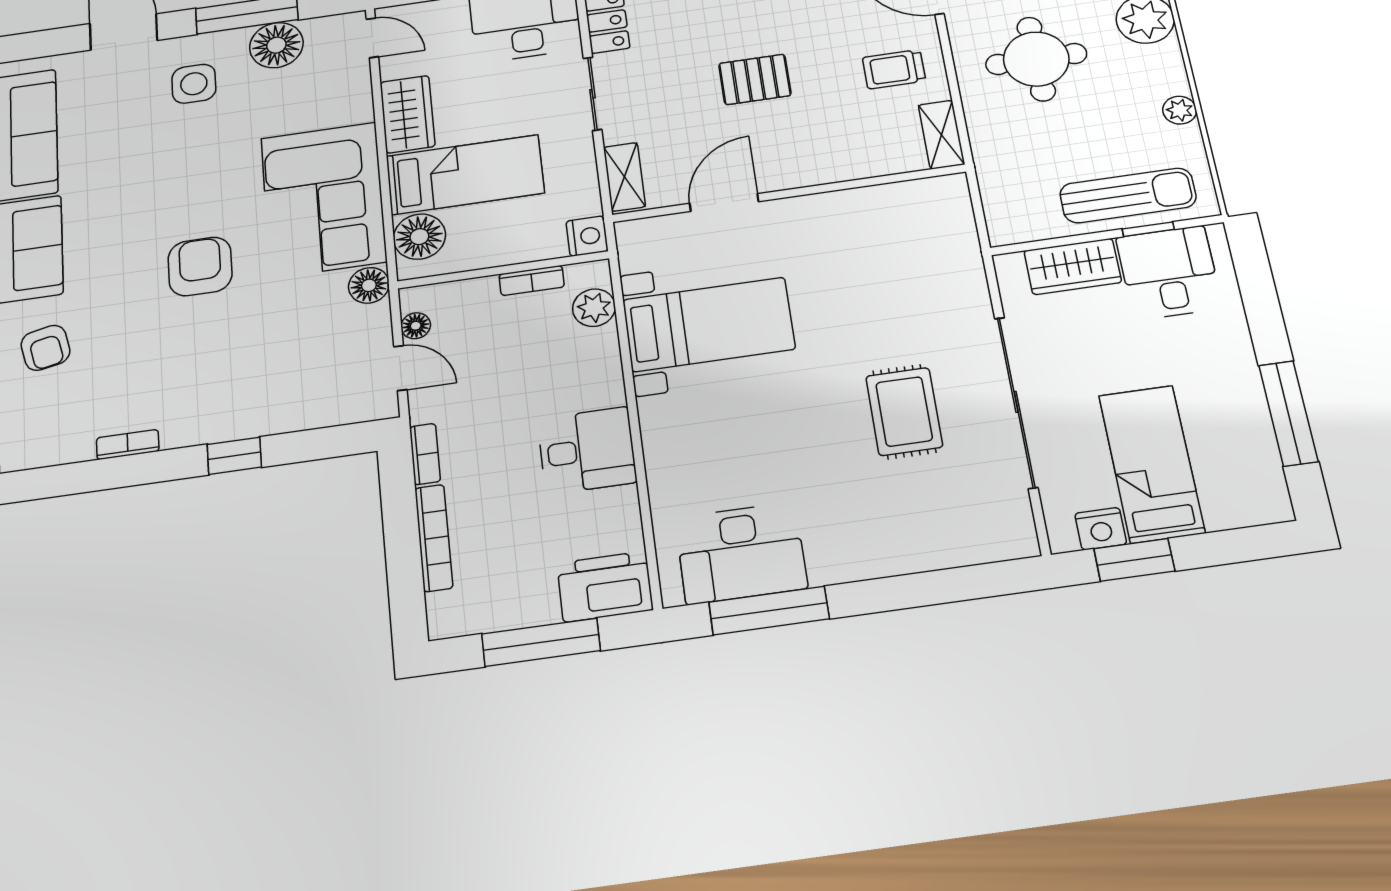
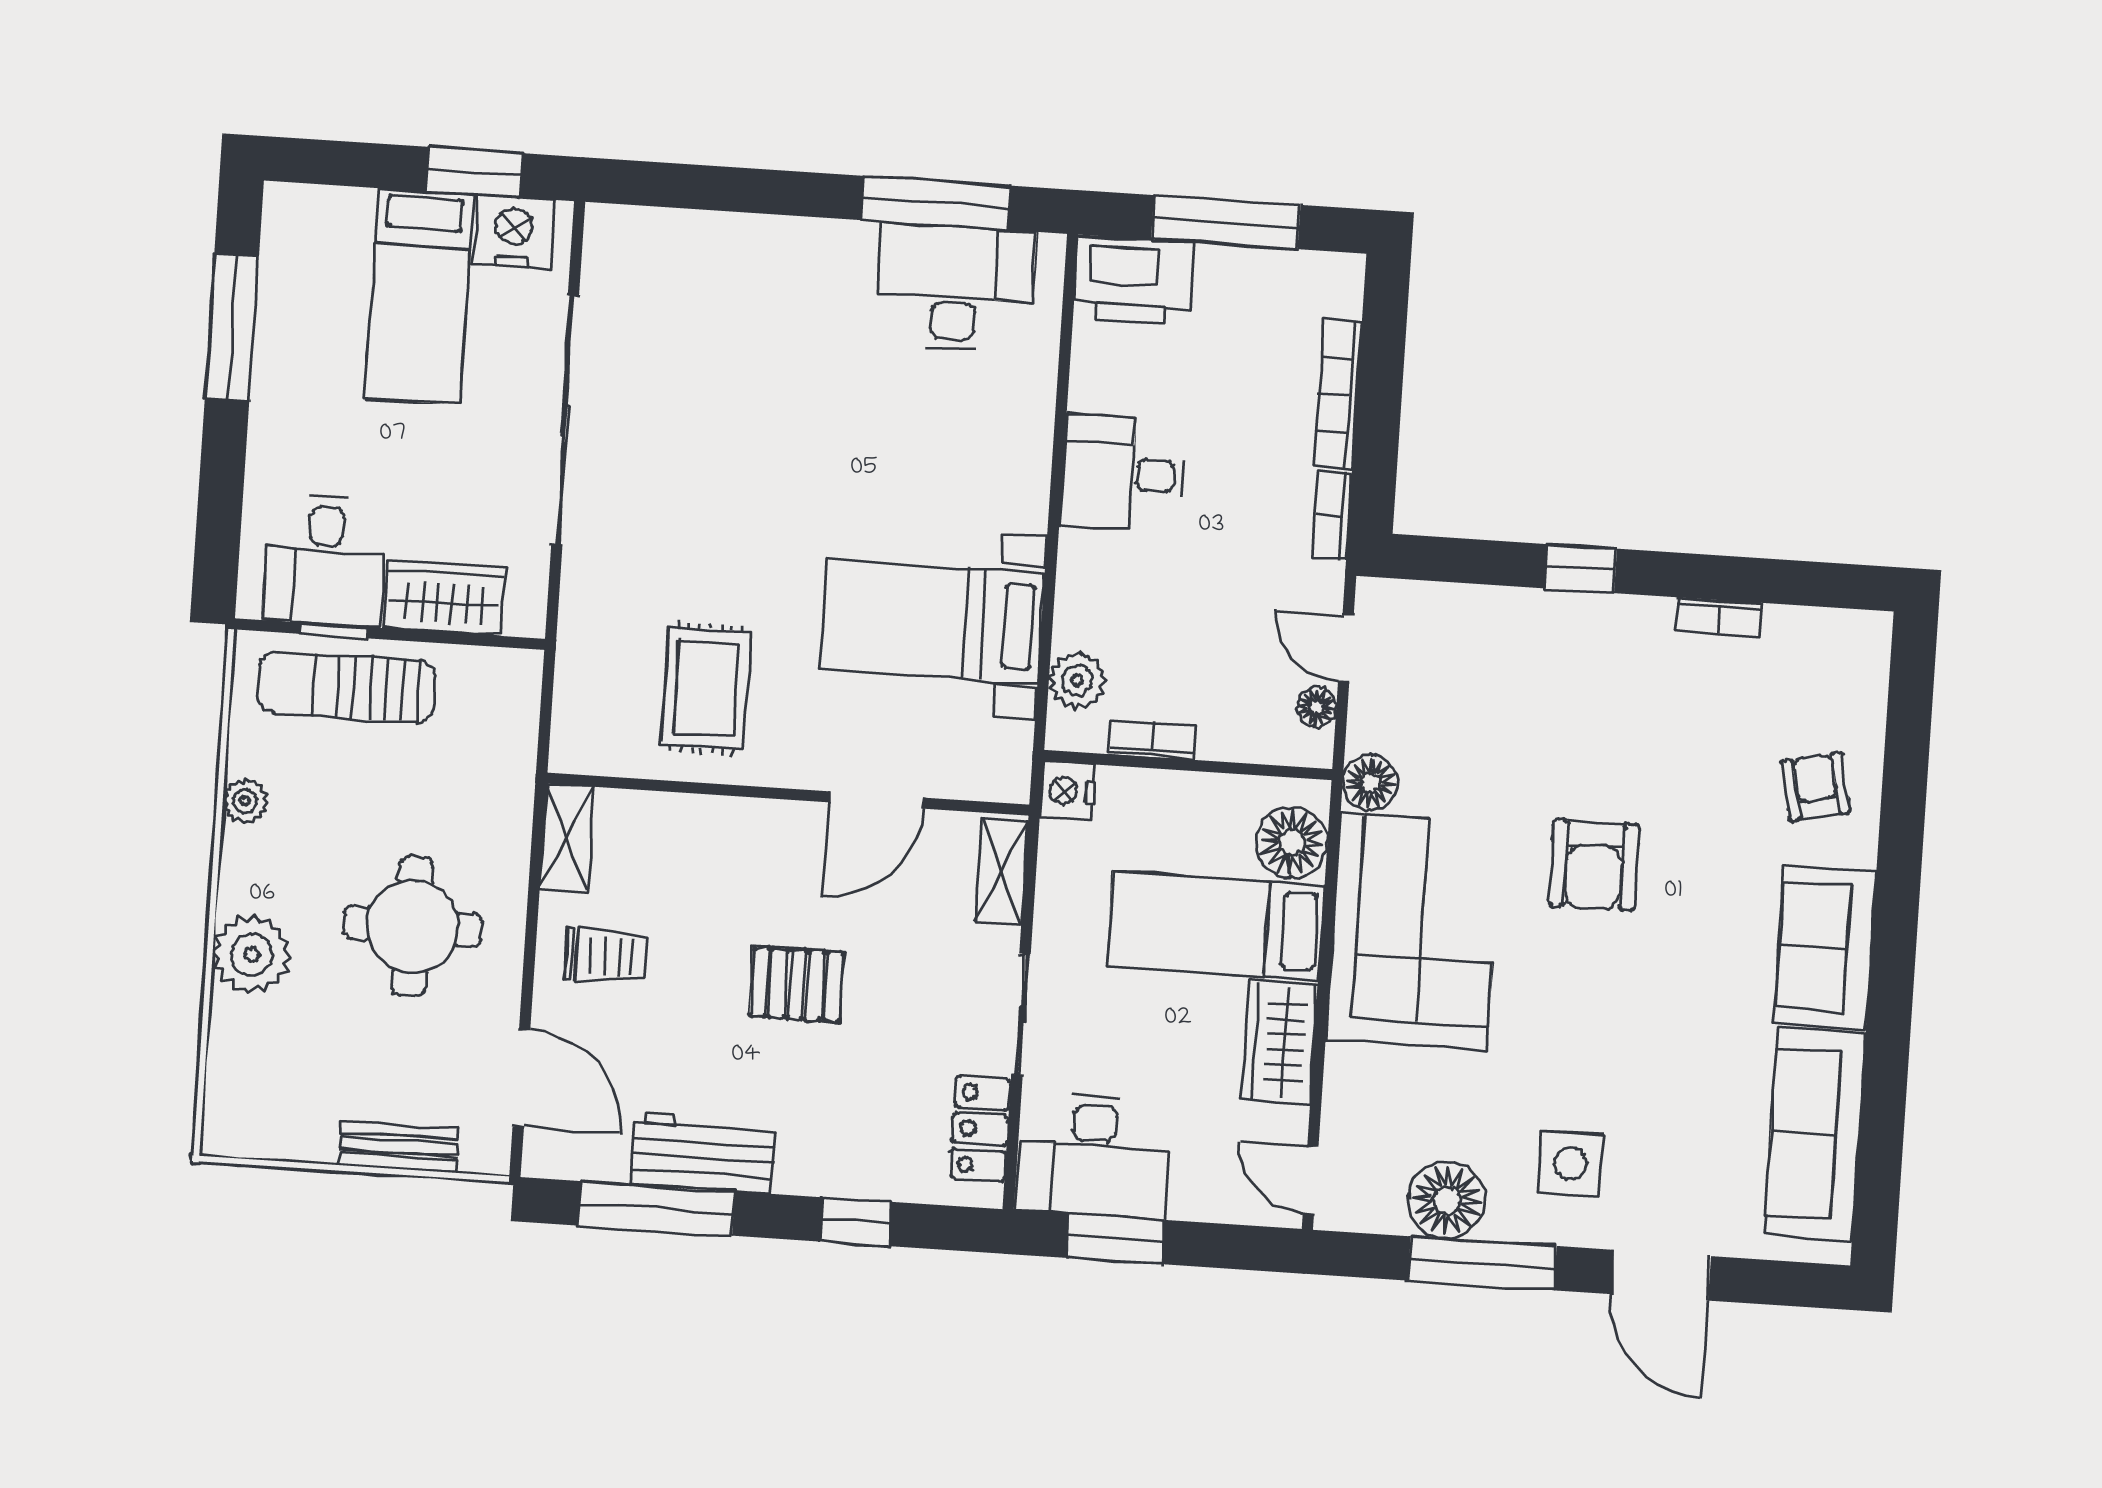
rug: (904, 411) -> (706, 689), moved
nightstand: (1101, 529) -> (514, 232), width x1.36, depth x1.33

